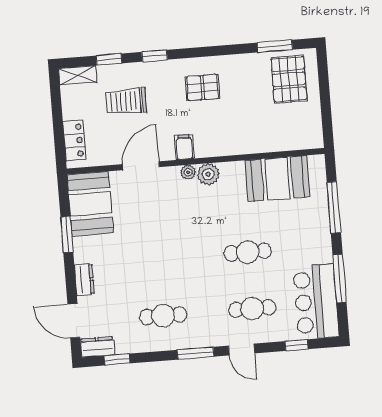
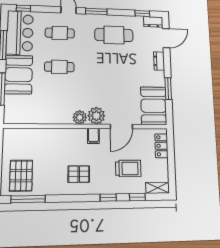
window: (275, 46) -> (28, 199), width x1.44
plant: (188, 172) -> (96, 116), width x1.88, depth x1.88
booth: (277, 179) -> (19, 75), moved, turned 90
cafe table: (163, 316) -> (114, 35), width x1.37, depth x1.35
door: (74, 321) -> (166, 38), hinge flipped
window: (297, 345) -> (23, 8), moved

